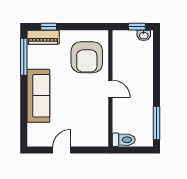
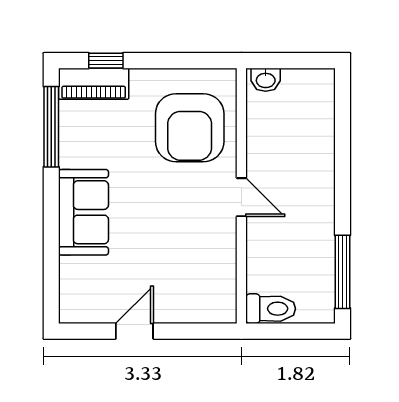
window: (137, 27) -> (300, 61), removed
washbasin: (144, 35) -> (266, 80), moved
sofa: (38, 96) -> (83, 212), width x0.73

